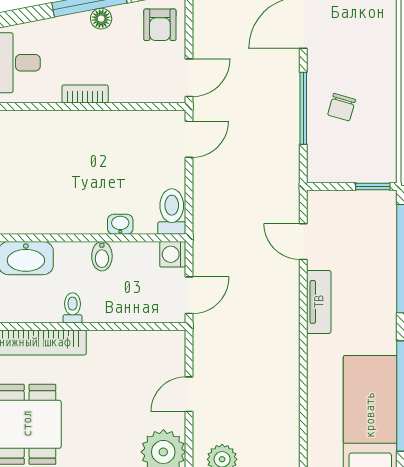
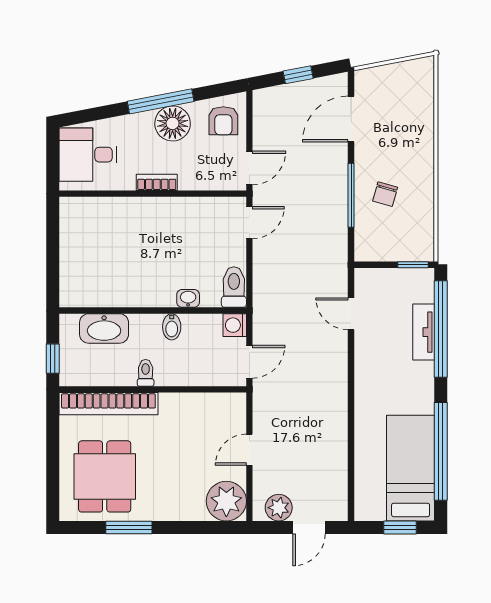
floor lamp: (101, 19) -> (173, 123), width x1.89, depth x1.89
tv unit: (319, 302) -> (424, 332), moved, turned 180

